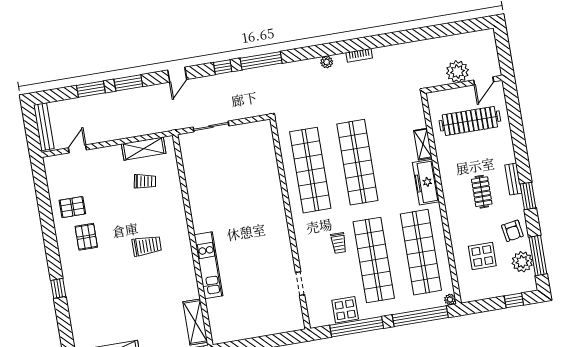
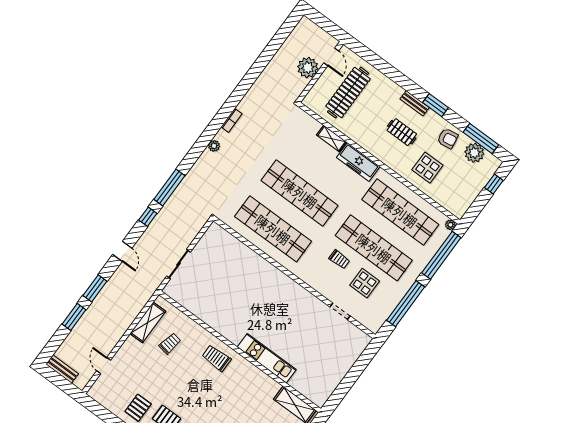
bench: (44, 127) -> (62, 369), width x0.73
trolley: (147, 246) -> (217, 358), moved, turned -90
display table: (482, 256) -> (427, 168), moved
display table: (345, 310) -> (365, 283), moved

